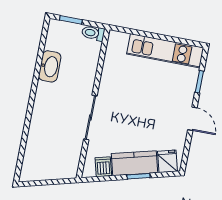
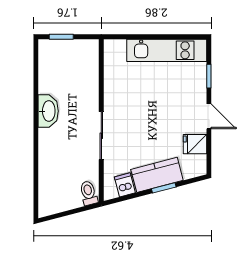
toilet: (93, 33) -> (89, 193), moved, turned 75
washbasin: (50, 66) -> (48, 111), moved
fridge: (167, 161) -> (195, 144), moved, turned -75

